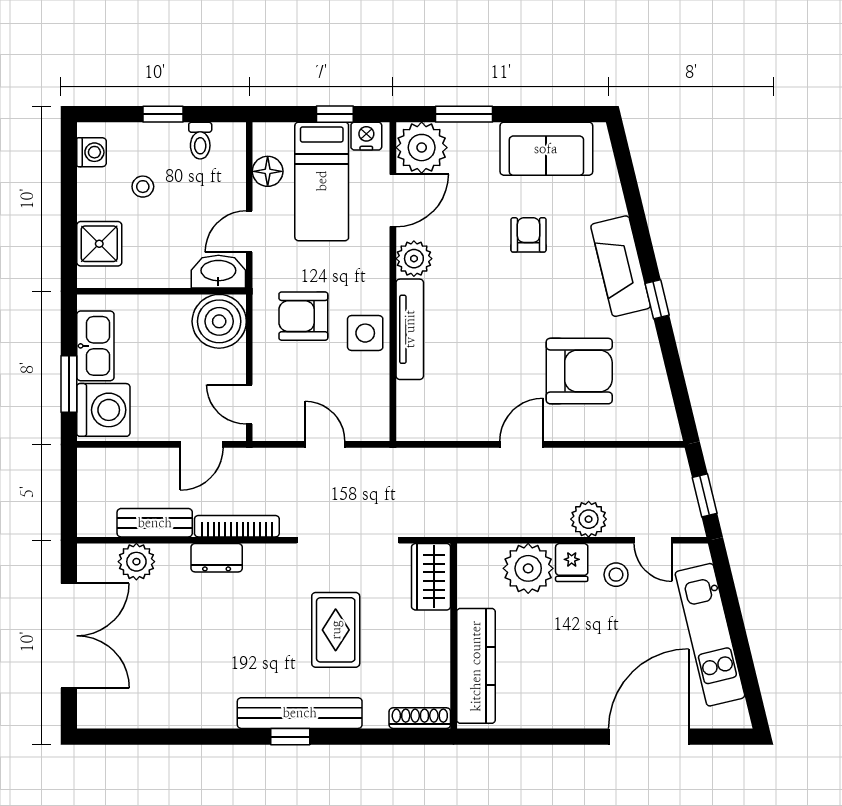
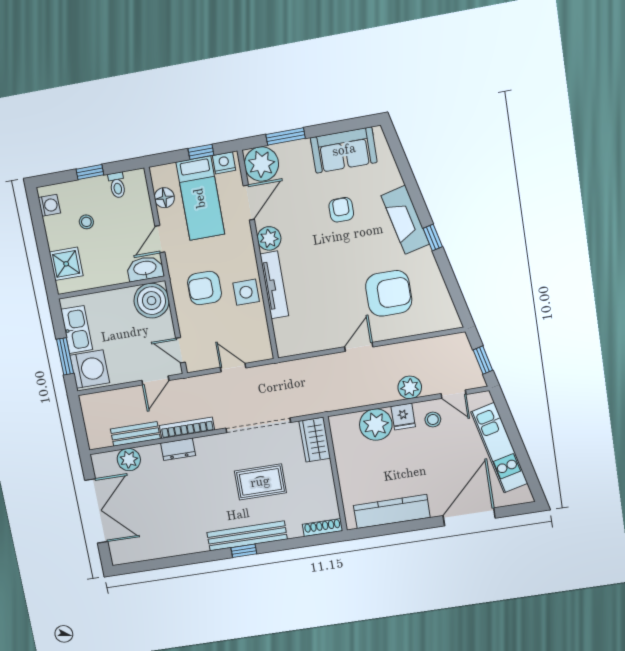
rug: (336, 630) -> (260, 482), turned 90
kitchen counter: (476, 666) -> (392, 511), moved, turned -90

